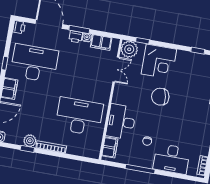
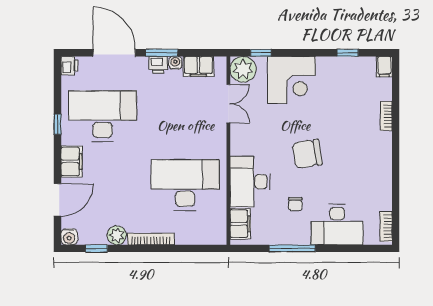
chair: (160, 97) -> (307, 154), moved
window: (27, 149) -> (96, 248), moved

